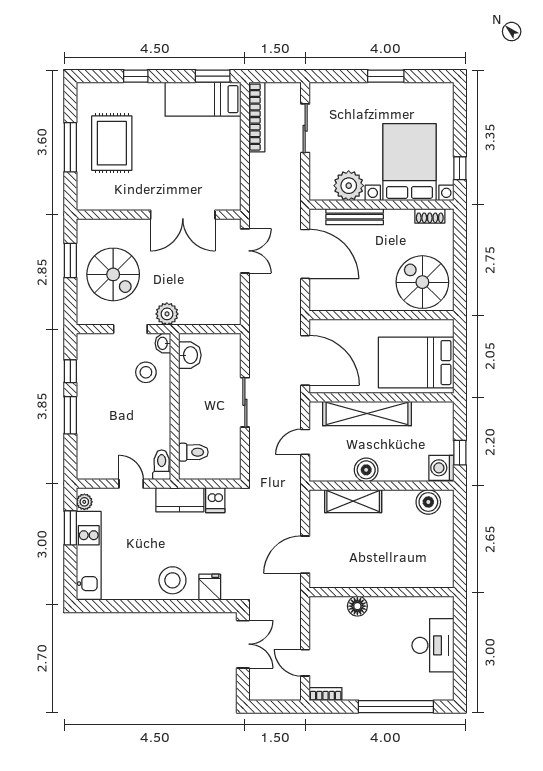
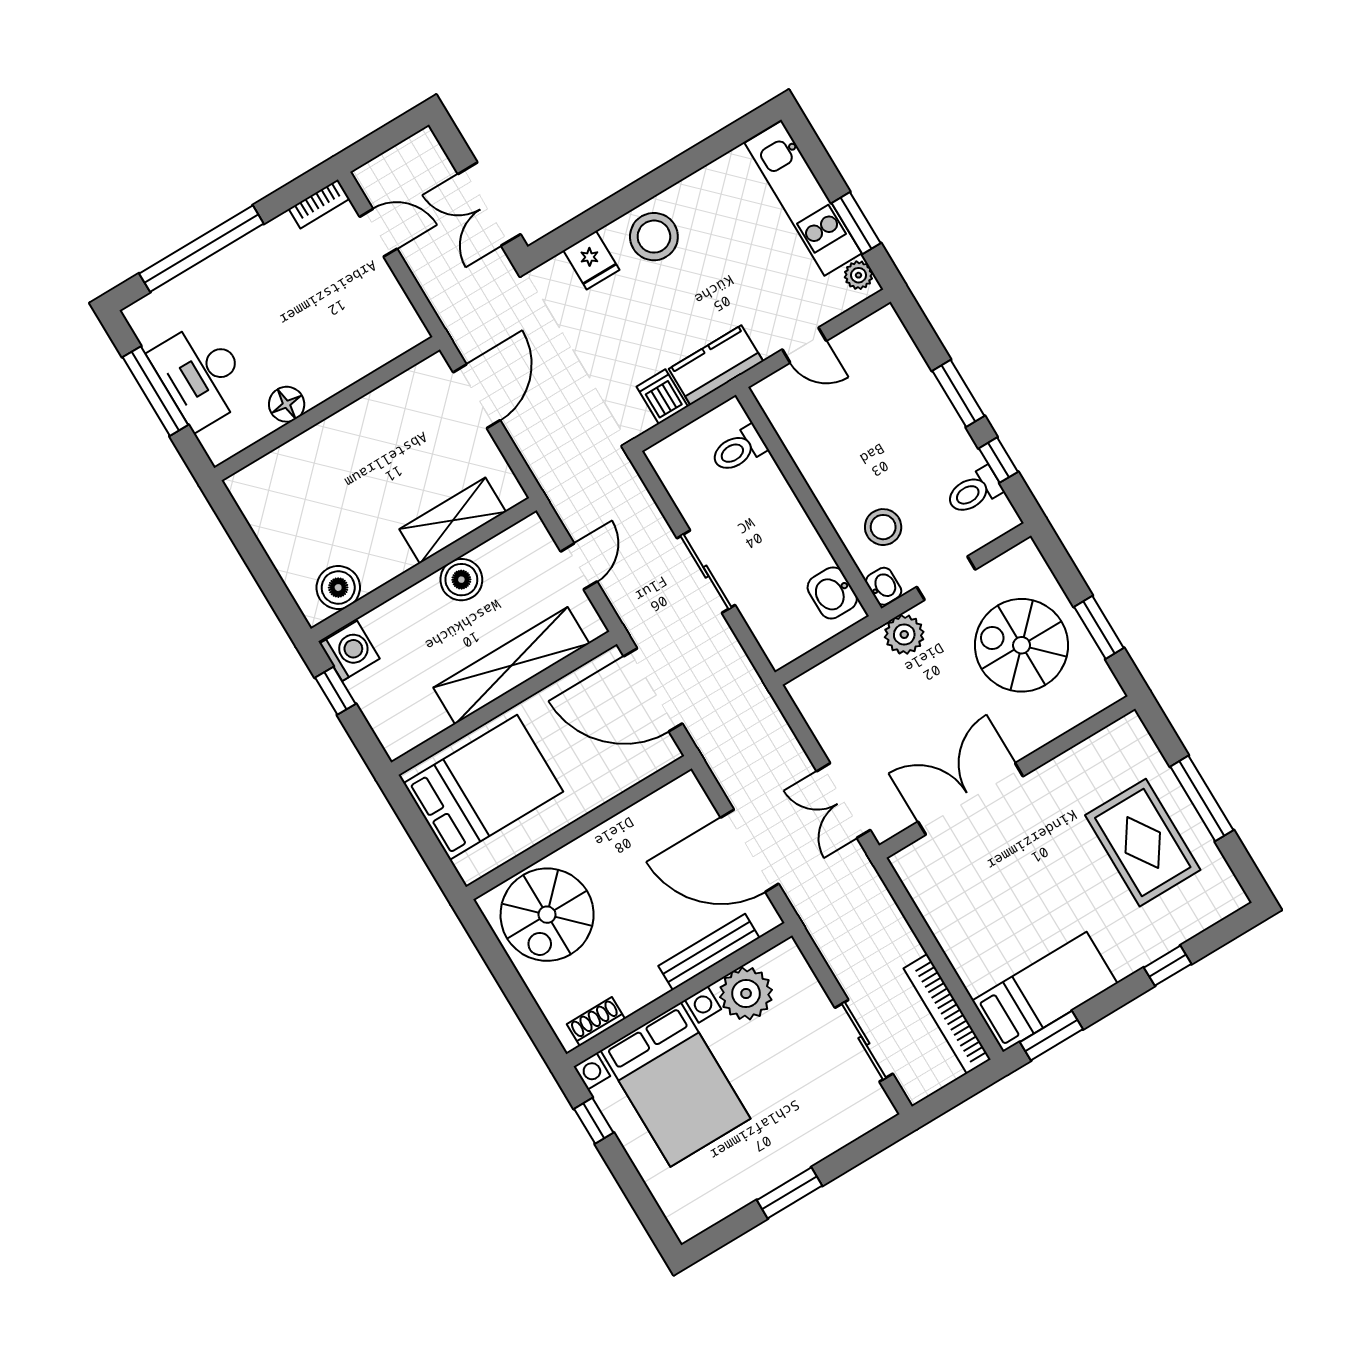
spiral stairs: (422, 282) -> (547, 915), turned 90
toilet: (162, 465) -> (974, 491), moved, turned 90
floor lamp: (357, 606) -> (287, 404), moved
window: (460, 651) -> (155, 391), added

